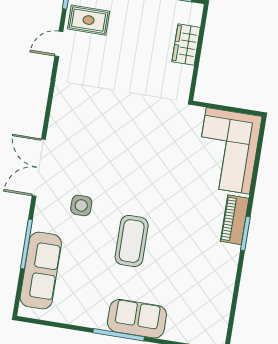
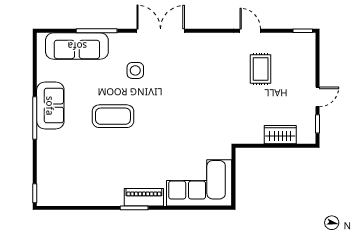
rug: (89, 20) -> (261, 69), moved
door: (59, 44) -> (250, 31), moved
sofa: (137, 319) -> (50, 106), moved

